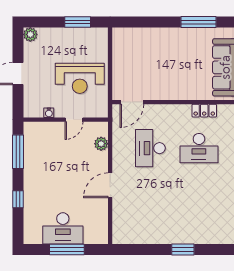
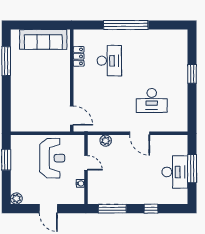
desk: (150, 148) -> (152, 100), moved

